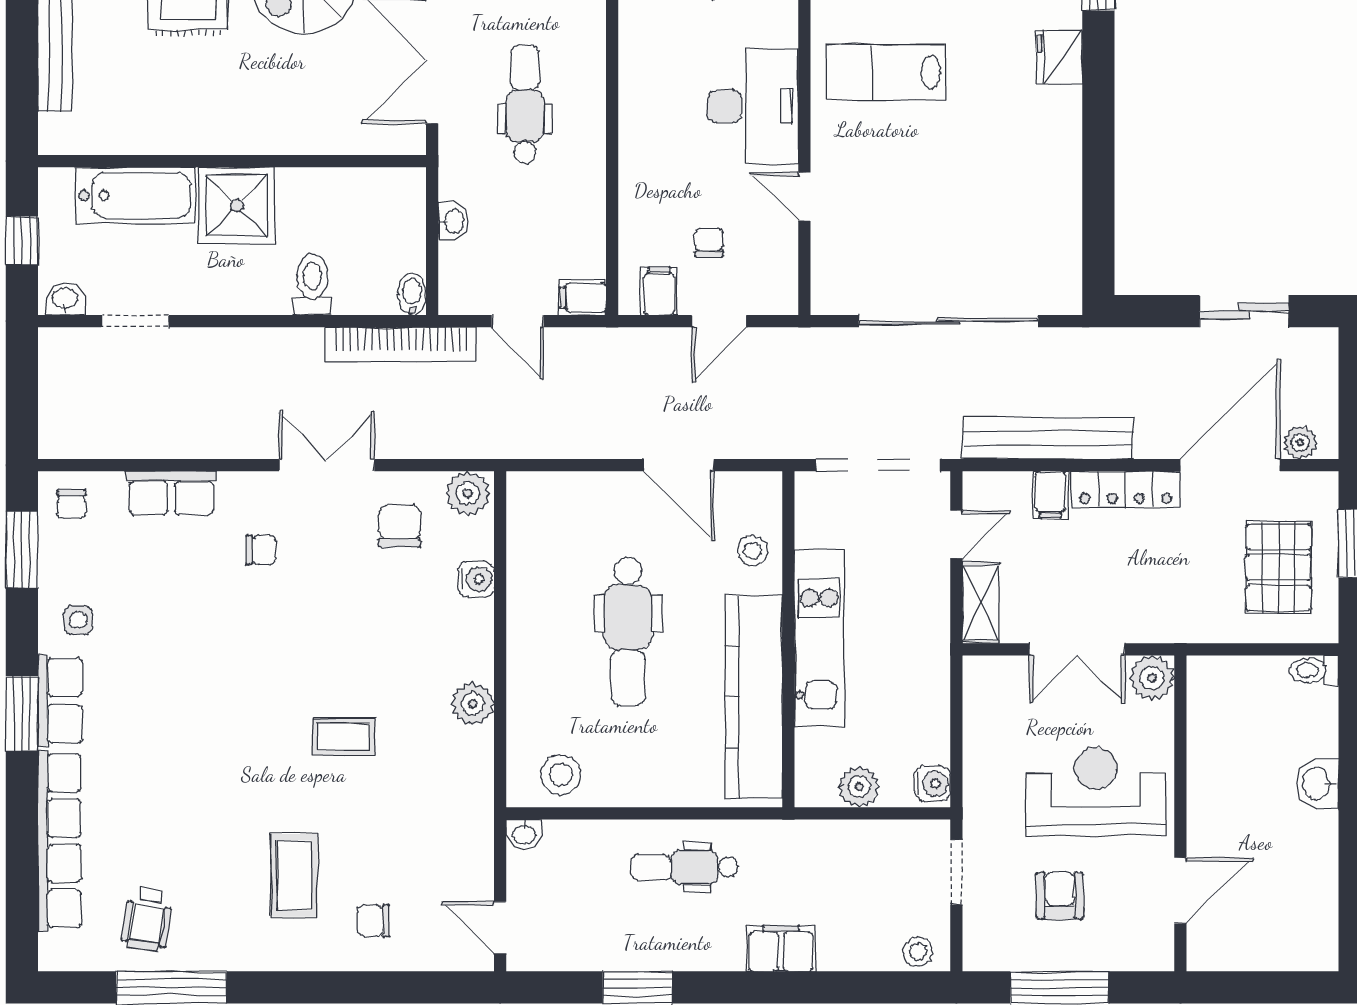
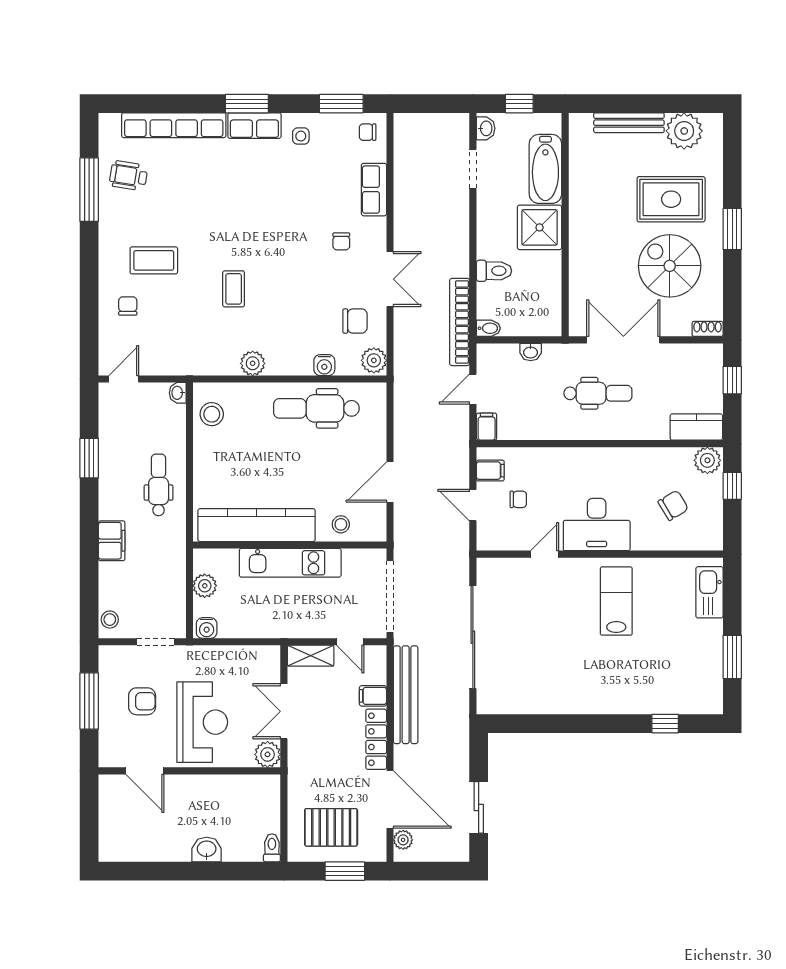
fridge: (1059, 57) -> (625, 701), removed
dental chair: (628, 632) -> (316, 408), moved

